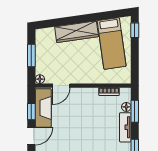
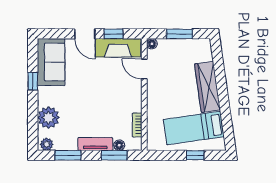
window: (135, 30) -> (195, 155), moved

